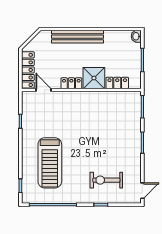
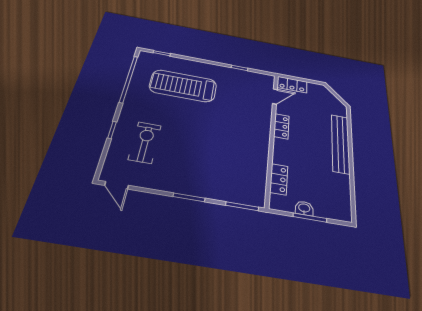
washbasin: (136, 36) -> (304, 208), moved
locker: (28, 70) -> (292, 85), width x0.66
shower: (94, 78) -> (287, 152), removed

